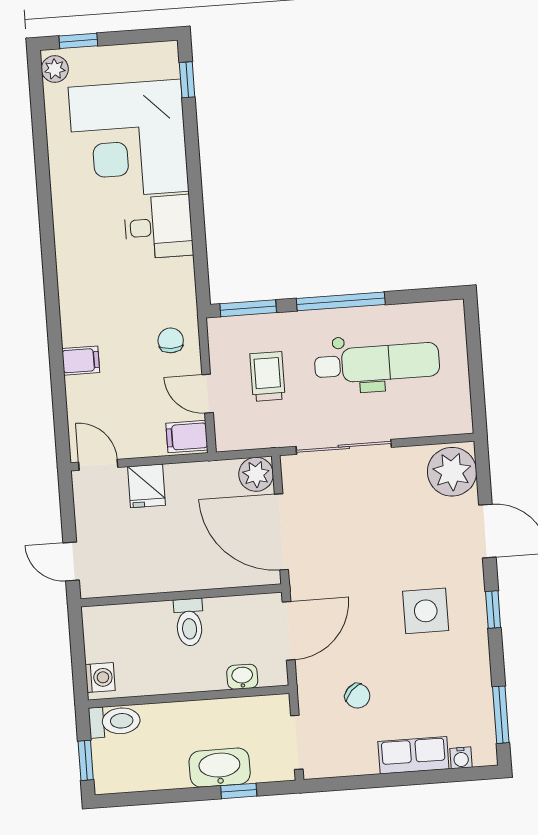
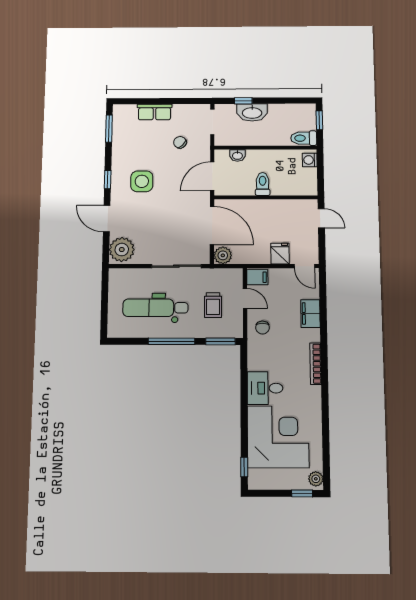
bookcase: (67, 280) -> (316, 364), added
filing cabinet: (81, 361) -> (310, 313), width x2.00
water cooler: (461, 758) -> (131, 109), removed

